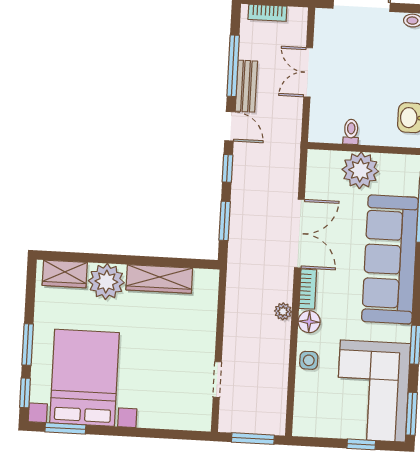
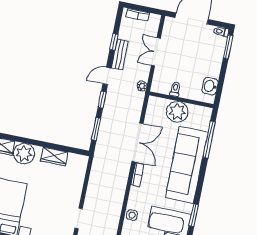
window: (233, 66) -> (114, 42), width x0.46
door: (230, 126) -> (107, 76), swing flipped
wardrobe: (159, 279) -> (54, 156), width x0.67
plant: (283, 311) -> (142, 86), moved
floor lamp: (309, 322) -> (136, 193), removed

